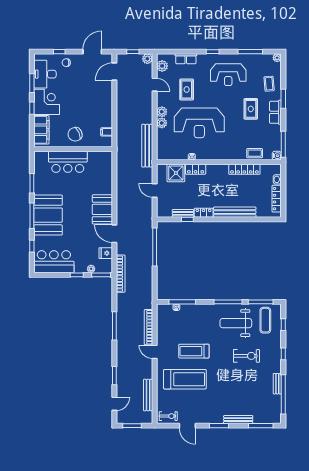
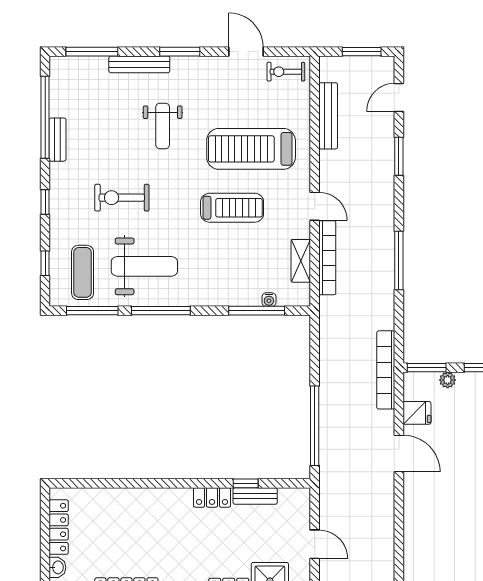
booth: (102, 209) -> (424, 504), removed
bench: (235, 212) -> (147, 499), removed
shelving: (161, 326) -> (301, 261), added
weight bench: (227, 390) -> (163, 126), added

